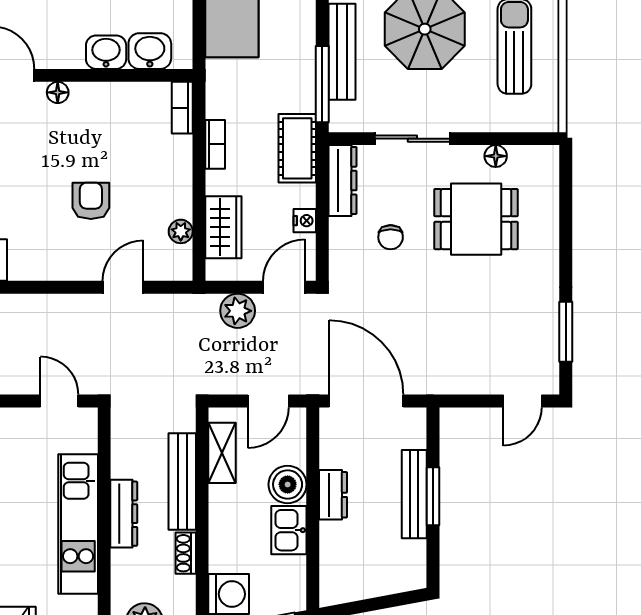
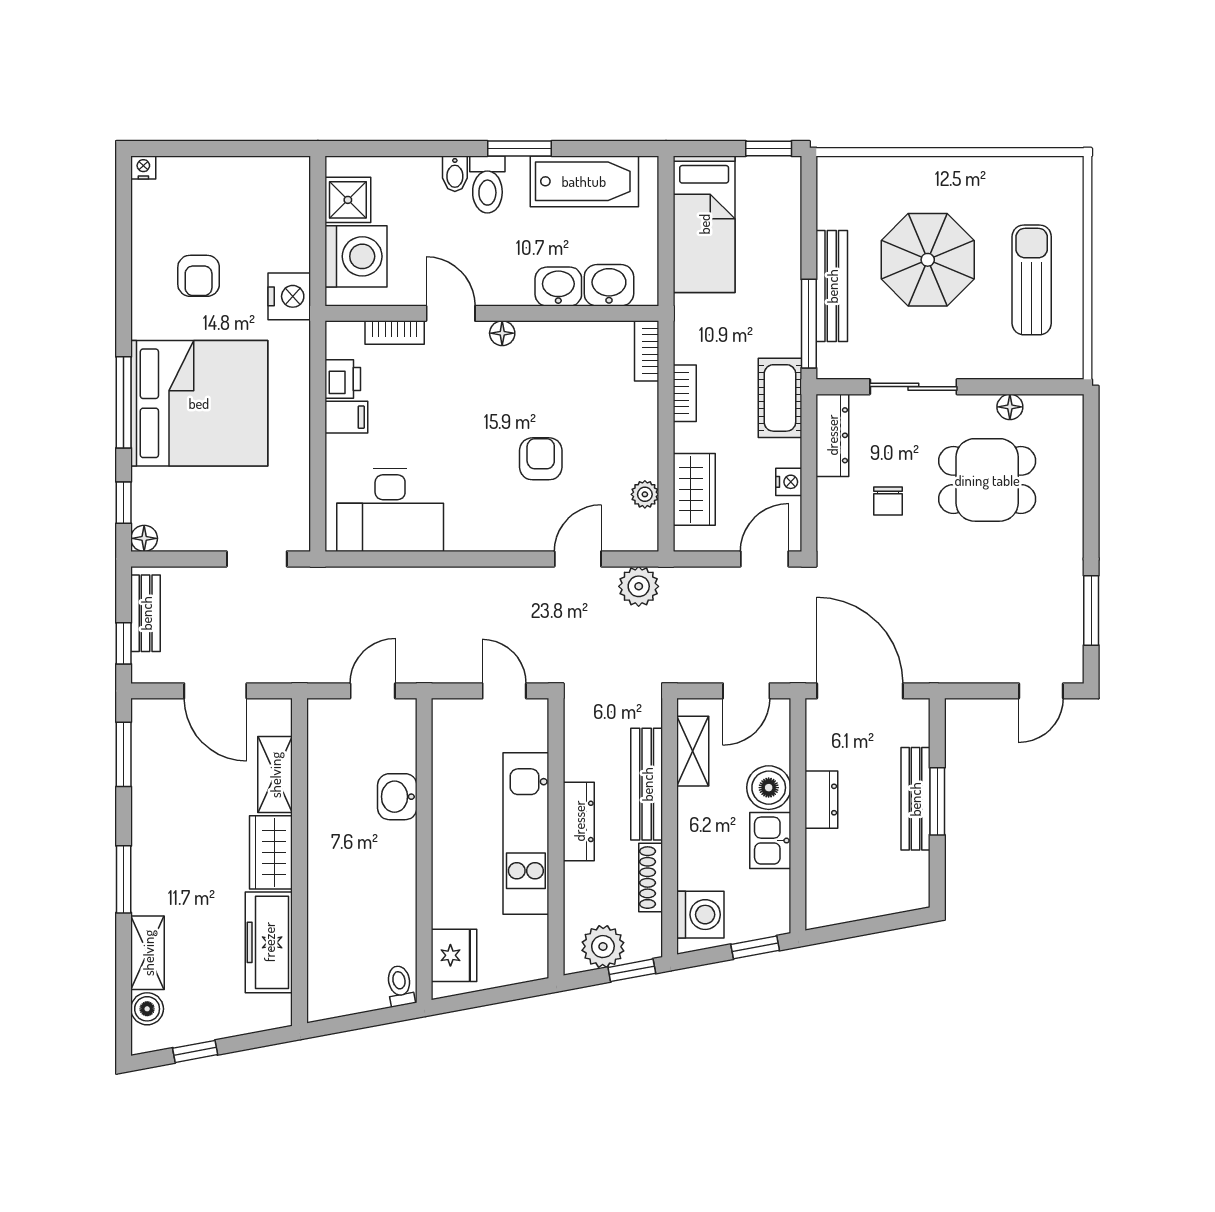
plant: (238, 311) -> (639, 586), moved
shoe rack: (186, 553) -> (651, 878), width x1.43

